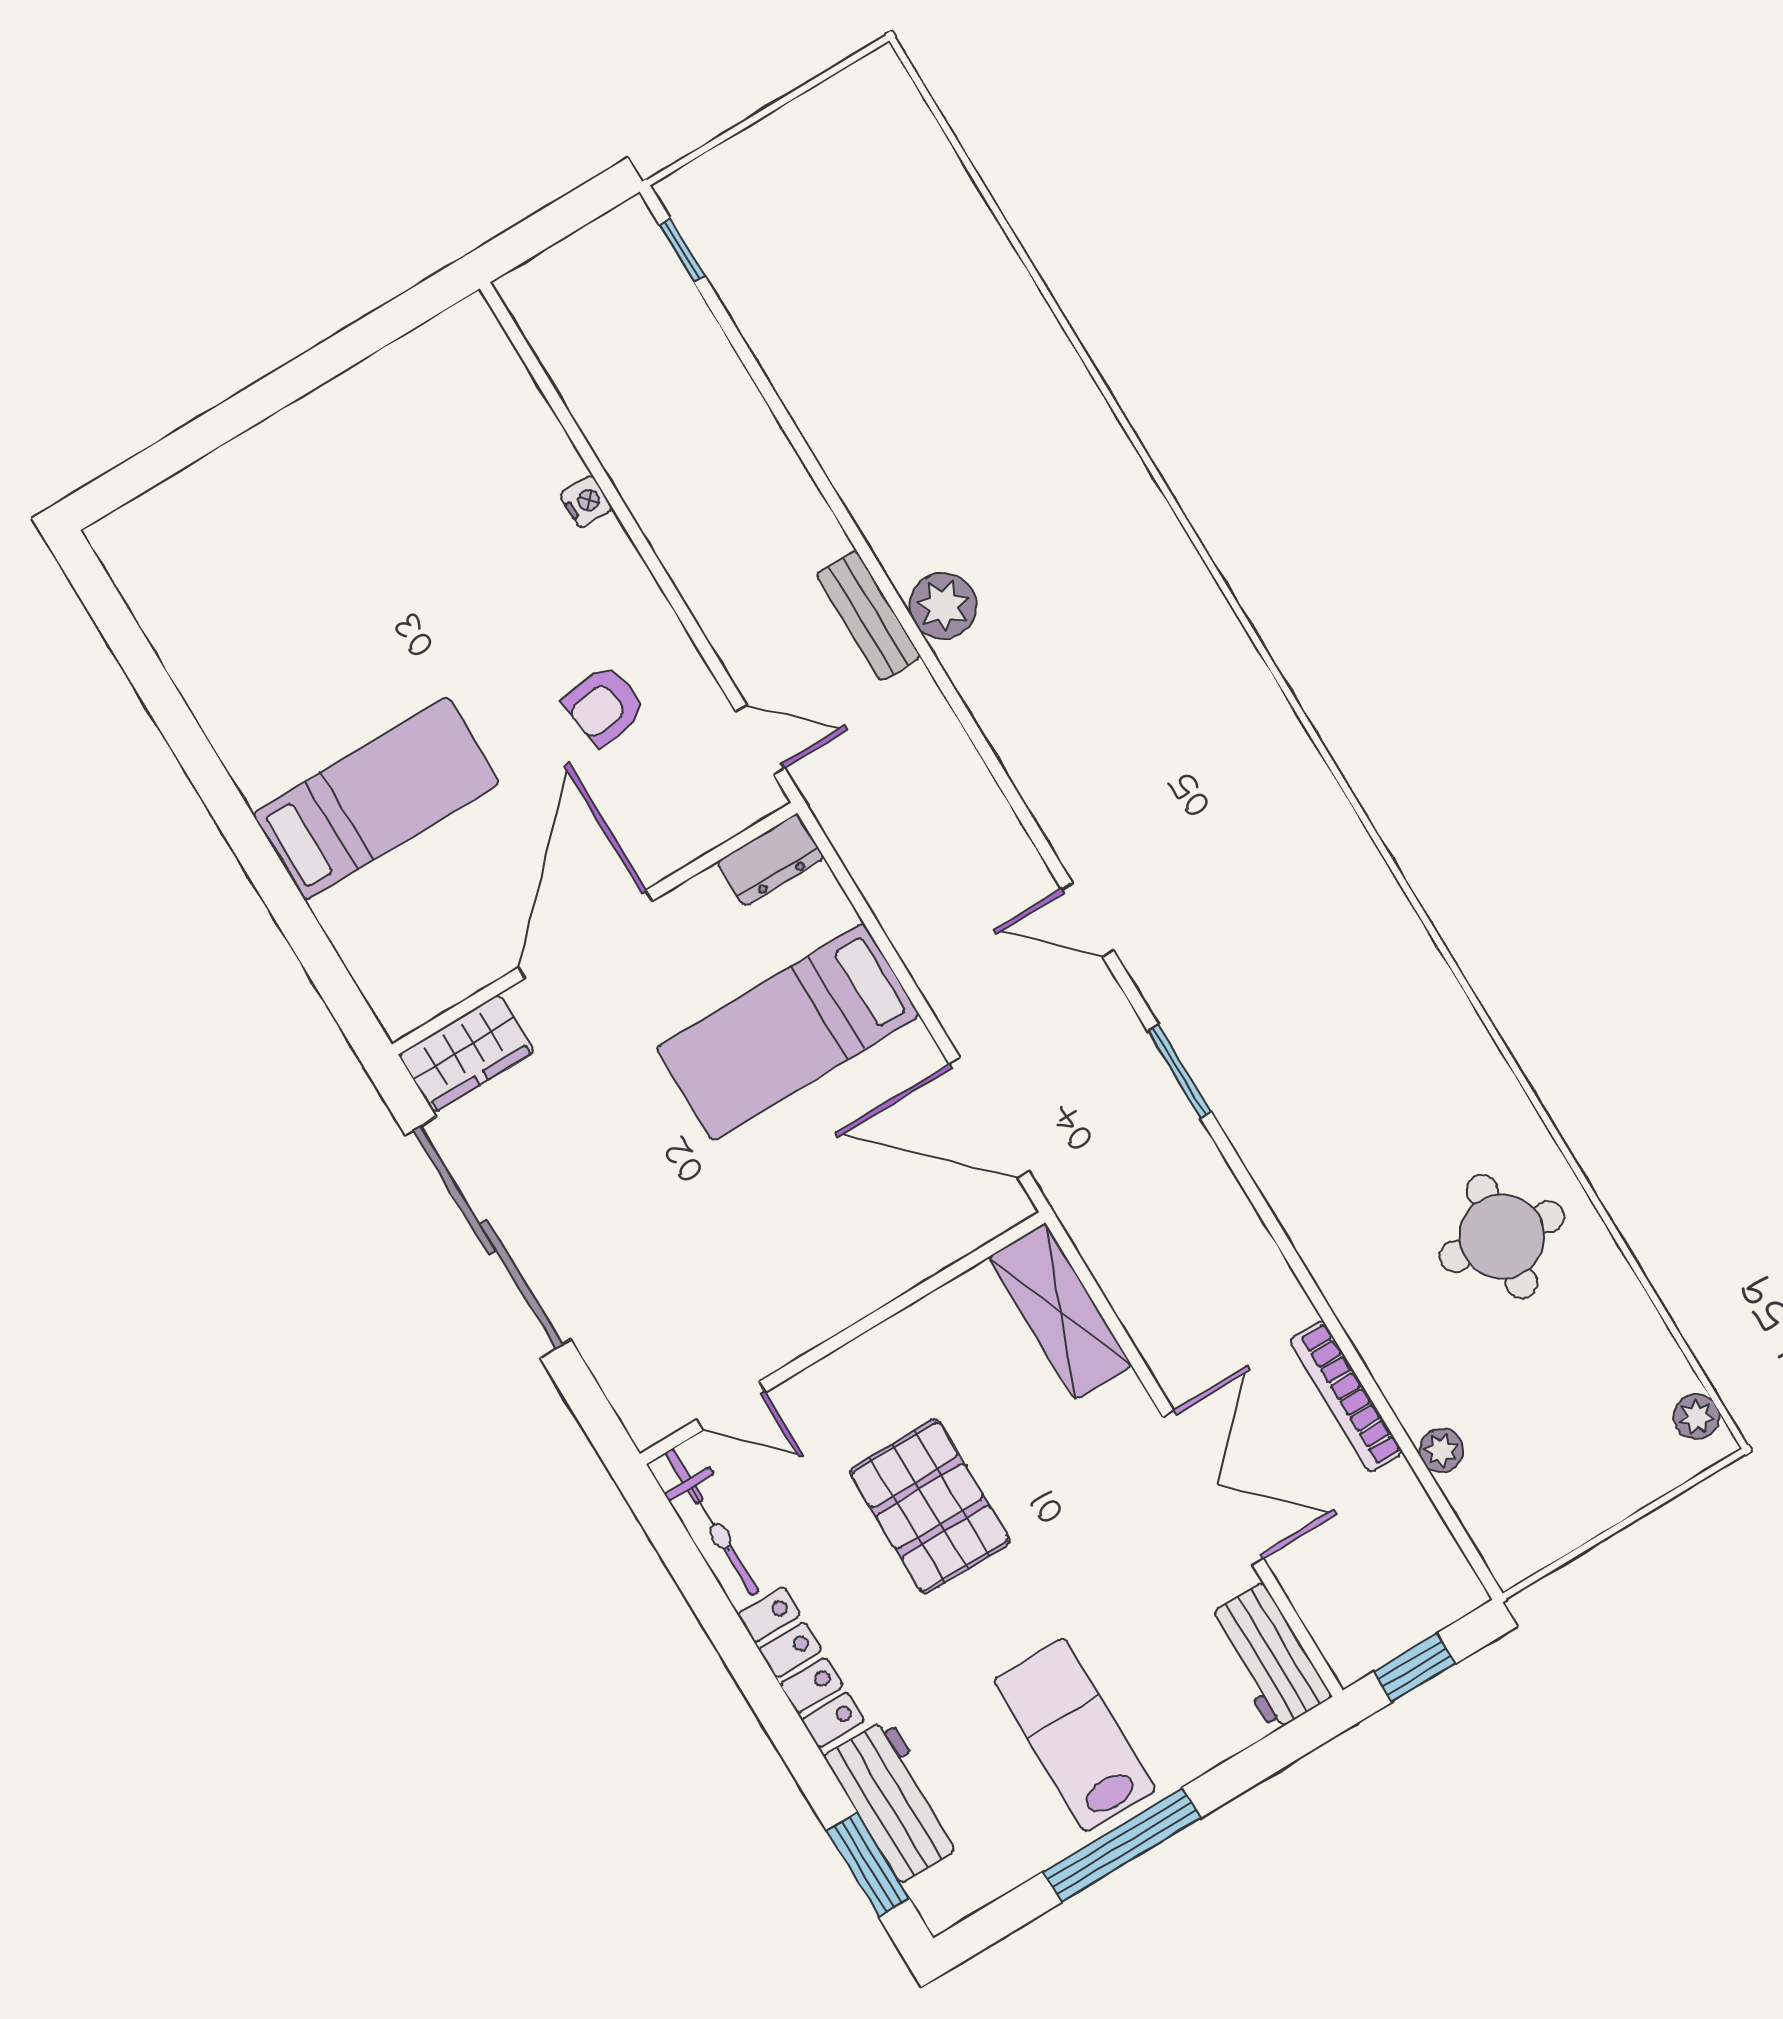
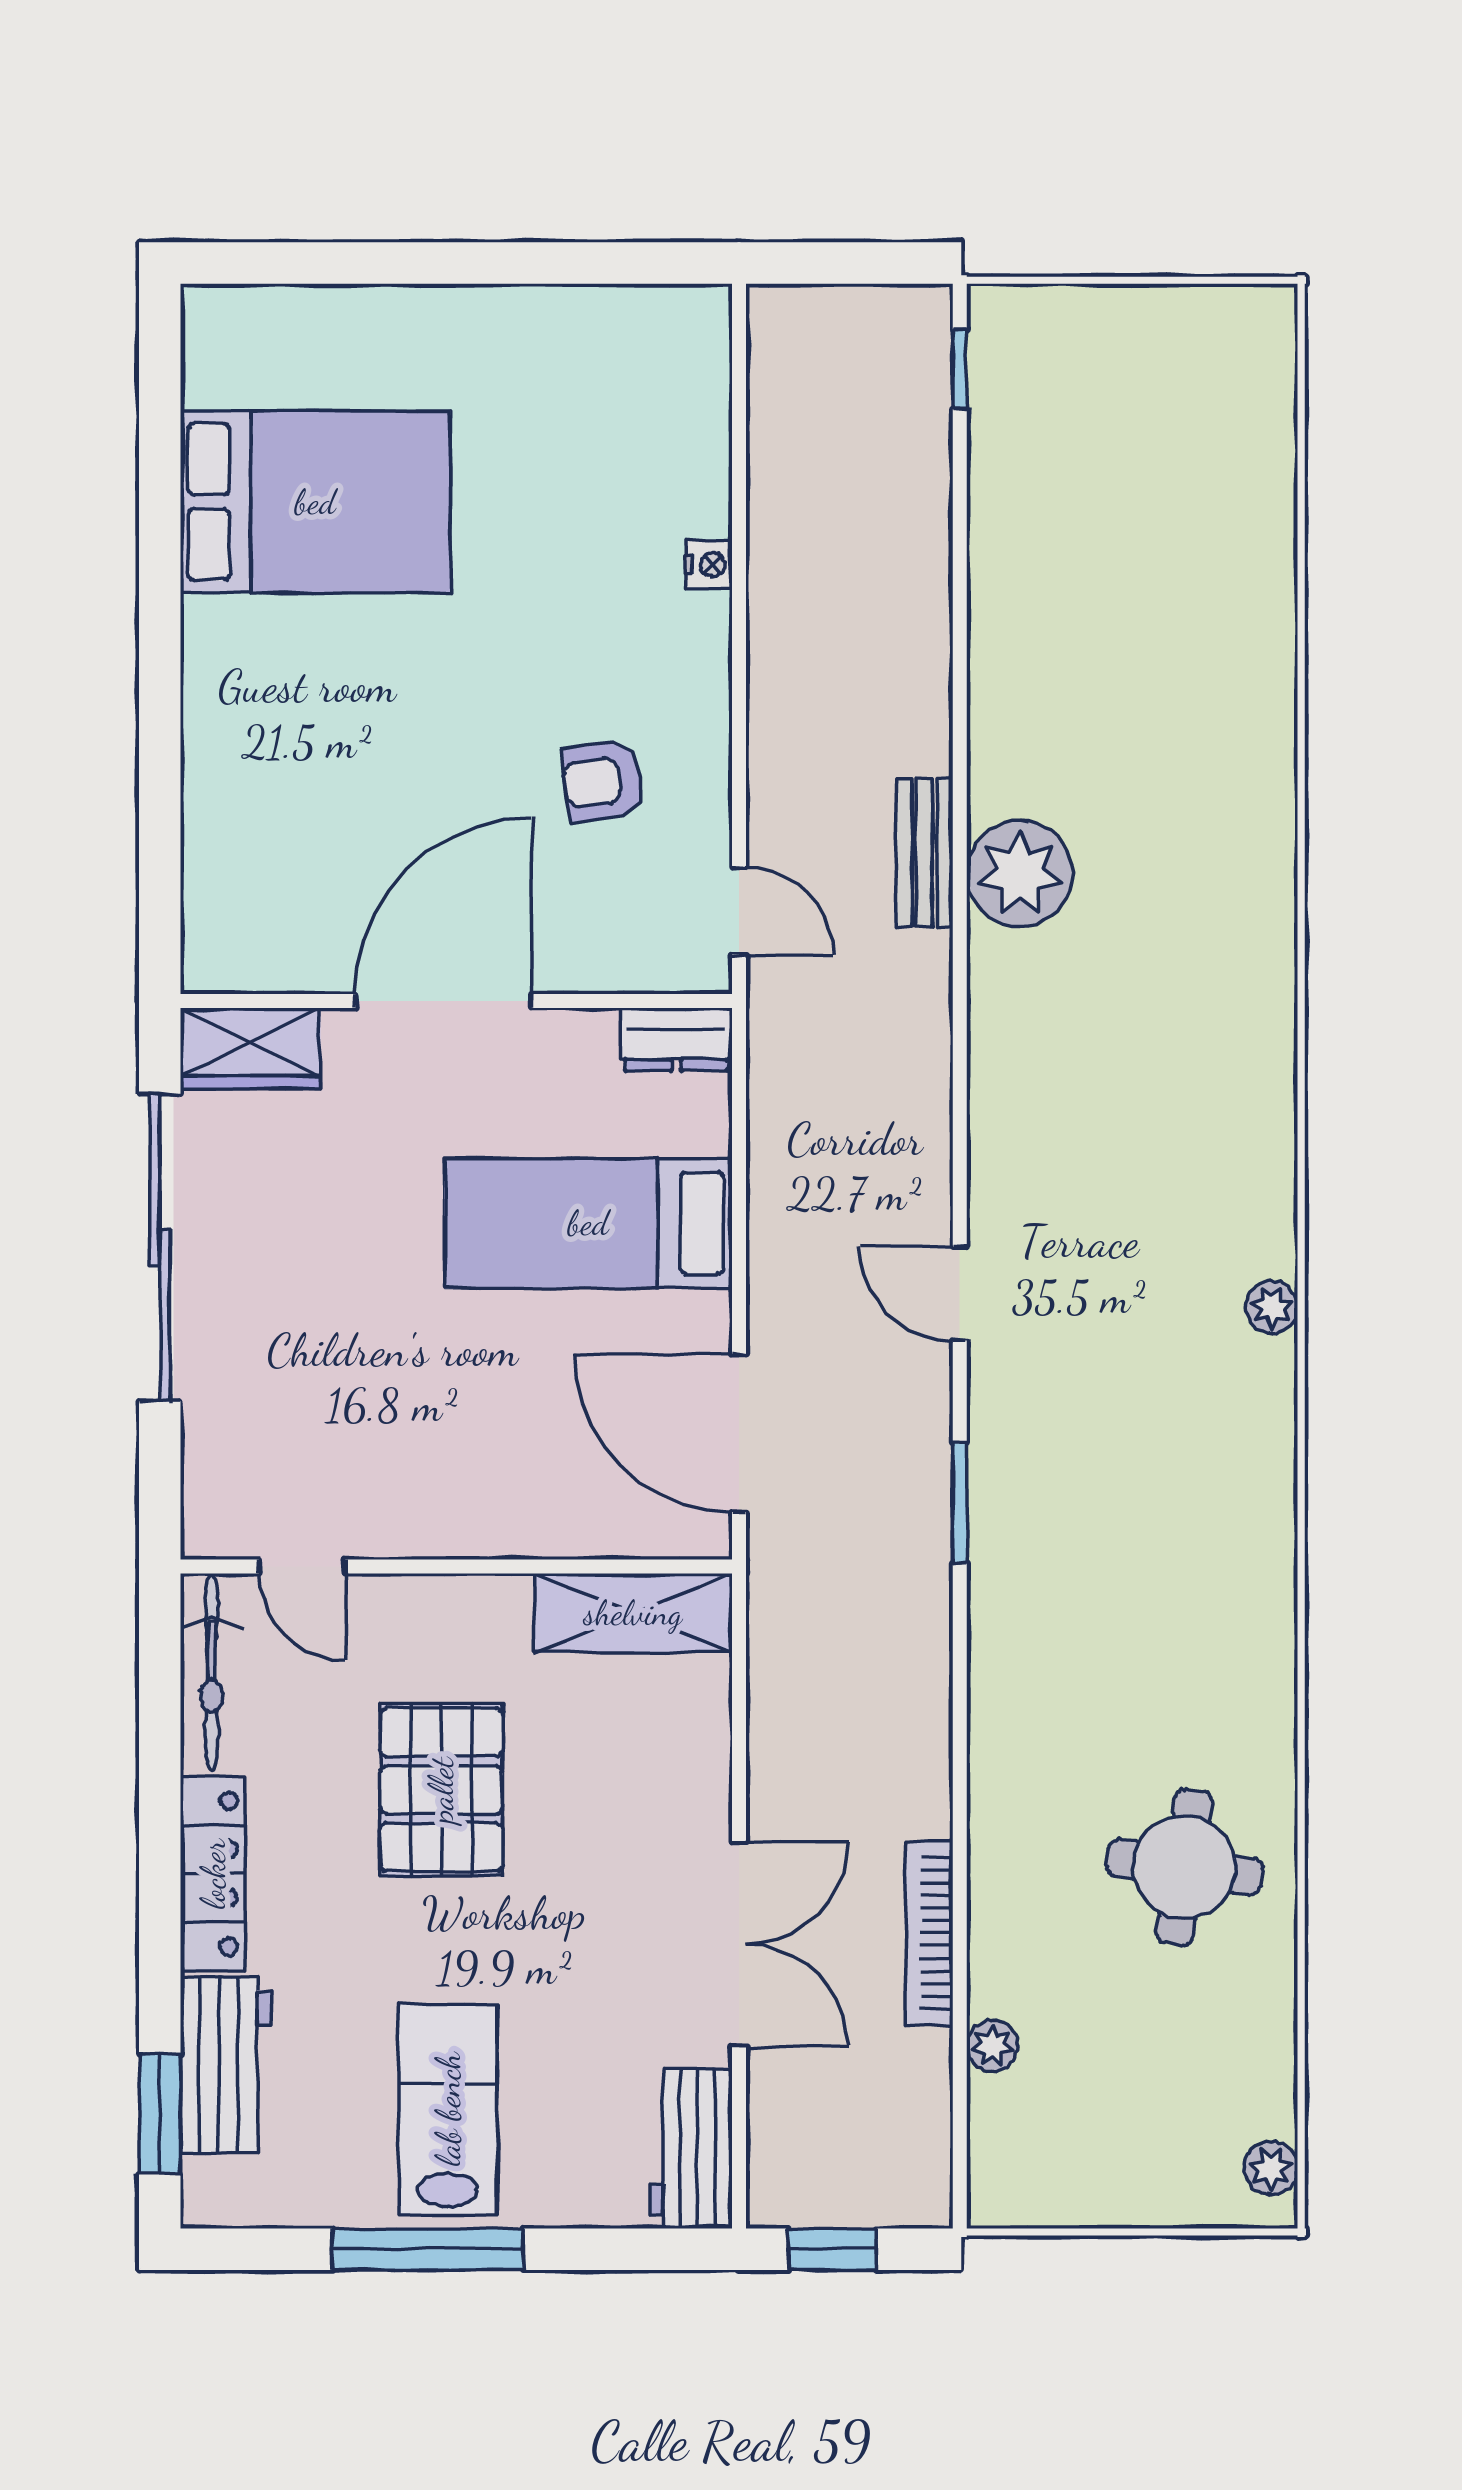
plant: (943, 606) -> (1020, 874), width x1.36, depth x1.36
plant: (1319, 793) -> (1272, 1307), added
bed: (376, 798) -> (315, 502), moved, width x1.50
shelving: (1060, 1311) -> (633, 1613), moved, turned 90

